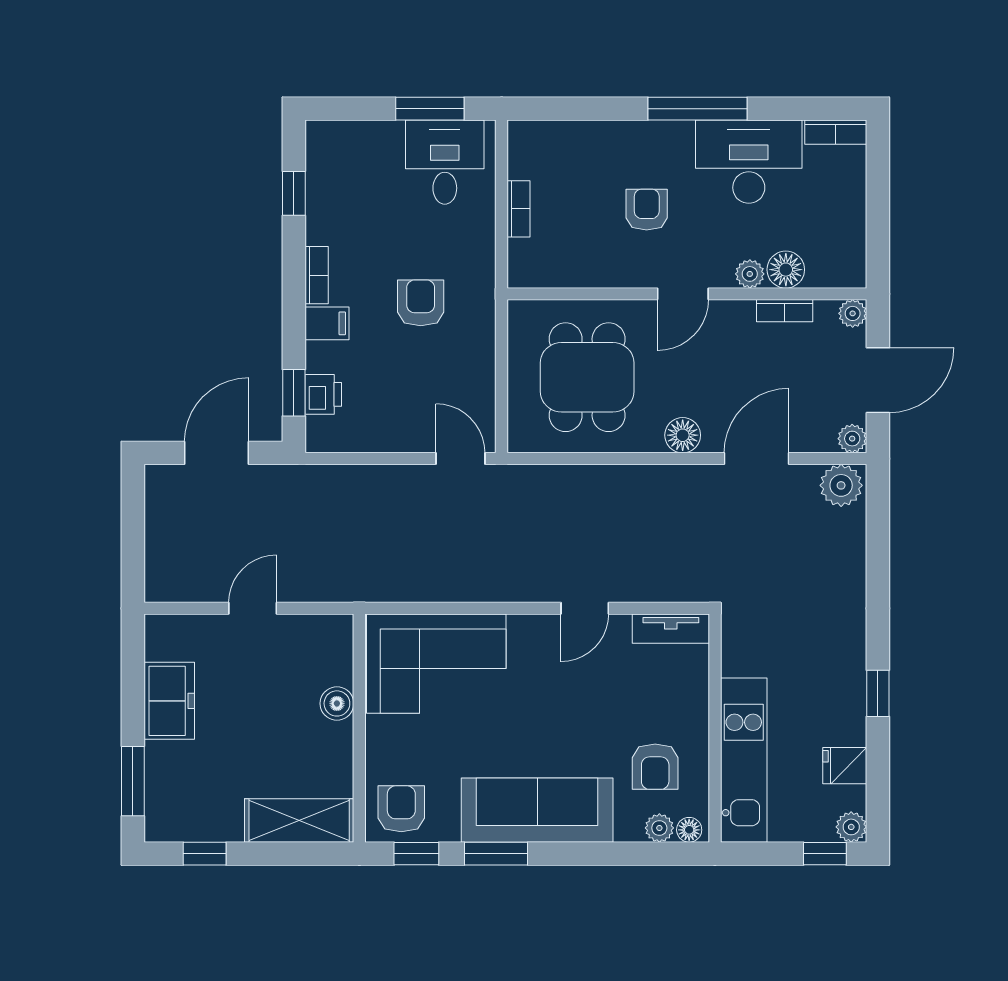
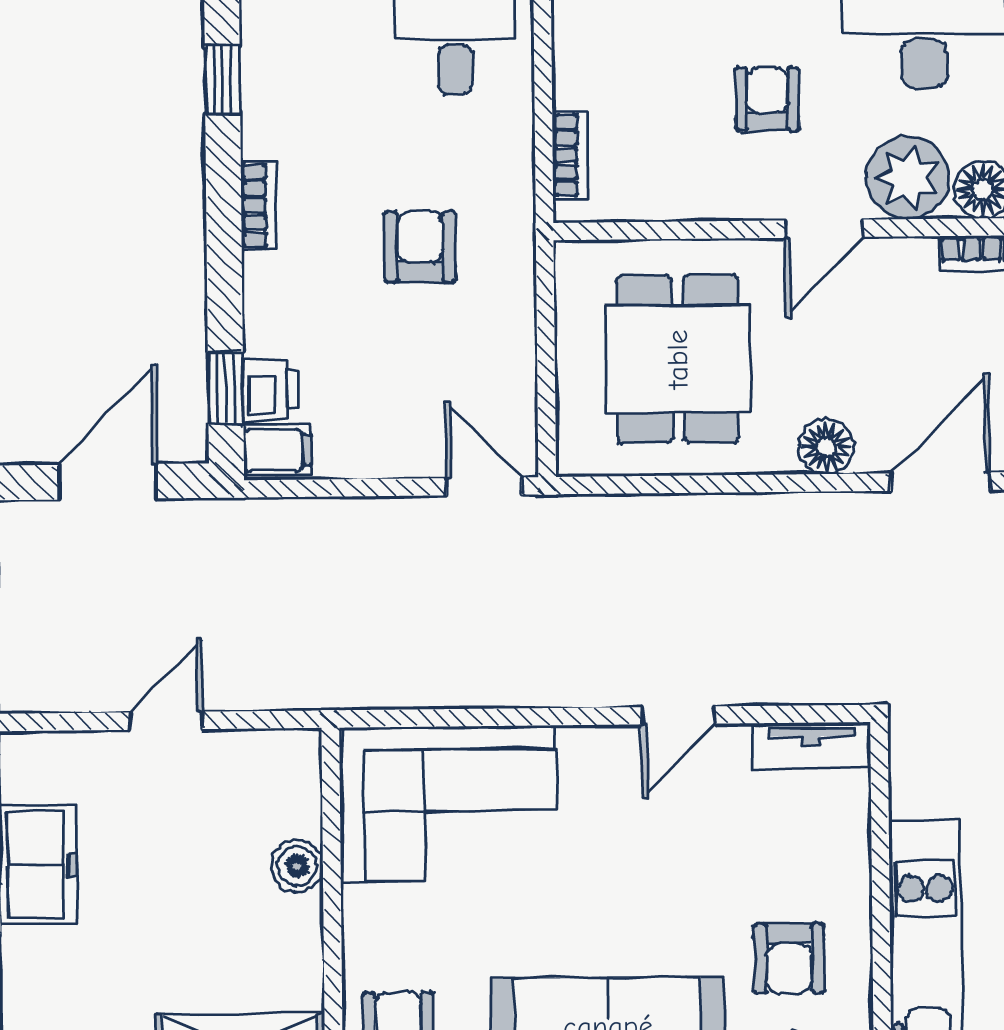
bookcase: (518, 209) -> (570, 155), moved
plant: (750, 274) -> (908, 178), width x1.87, depth x1.87
filing cabinet: (327, 323) -> (277, 450), moved

